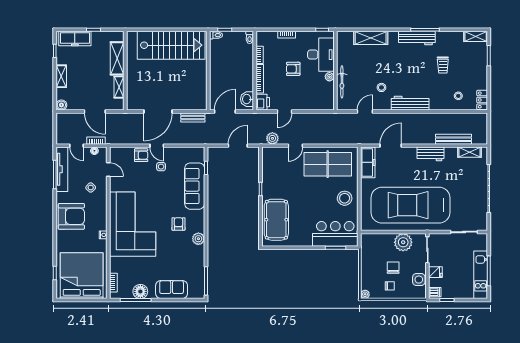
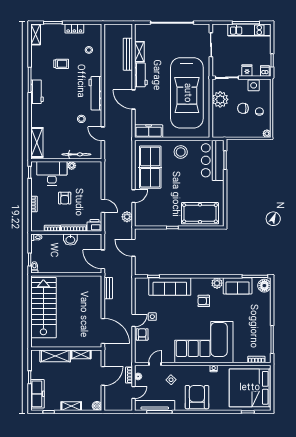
shelving: (371, 38) -> (37, 142), moved
workbench: (417, 38) -> (37, 92), width x0.73
washbasin: (247, 99) -> (70, 240), moved
locker: (482, 100) -> (74, 29), moved
door: (158, 112) -> (103, 331), moved
door: (295, 146) -> (134, 196), hinge flipped
door: (391, 146) -> (134, 99), moved
shelving: (469, 152) -> (139, 52), moved
sofa: (172, 290) -> (238, 286), moved, turned -90
floor lamp: (140, 291) -> (264, 286), moved

